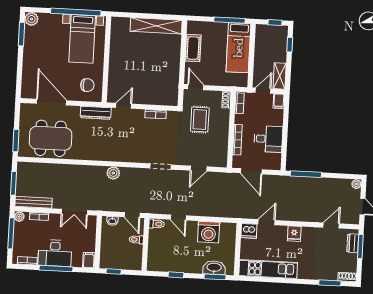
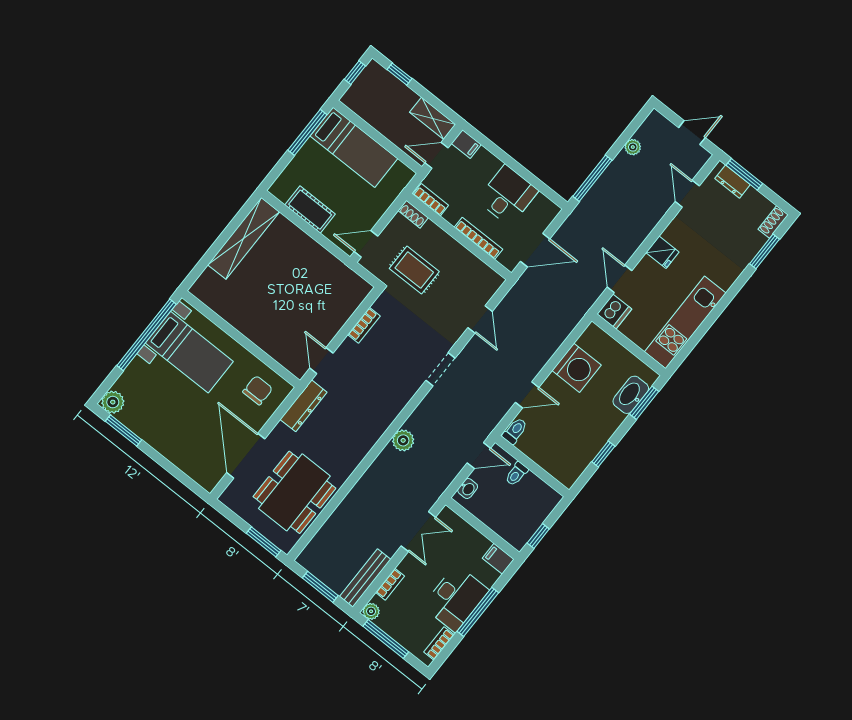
door: (263, 91) -> (436, 155), hinge flipped
door: (51, 102) -> (246, 456), hinge flipped
plant: (356, 184) -> (633, 147), moved

